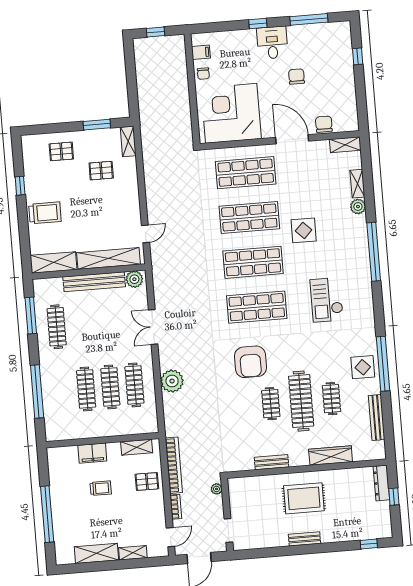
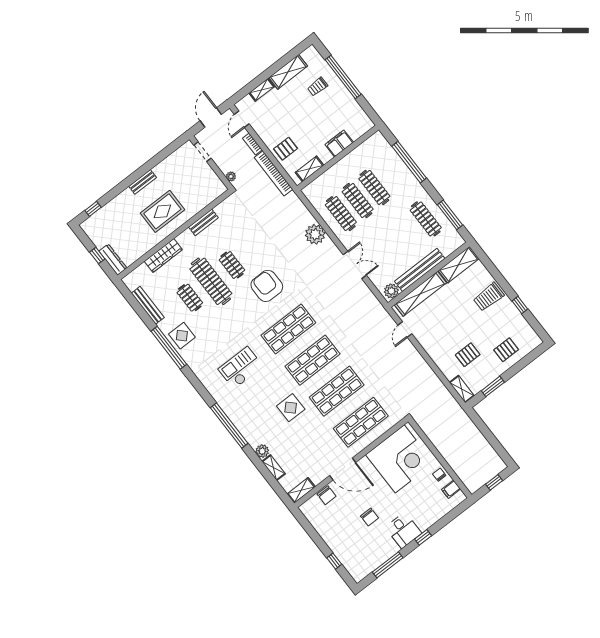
checkout: (327, 300) -> (241, 368), turned -90
trolley: (101, 488) -> (317, 87), moved

